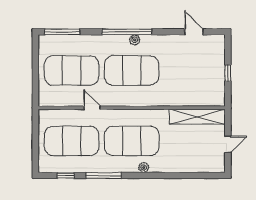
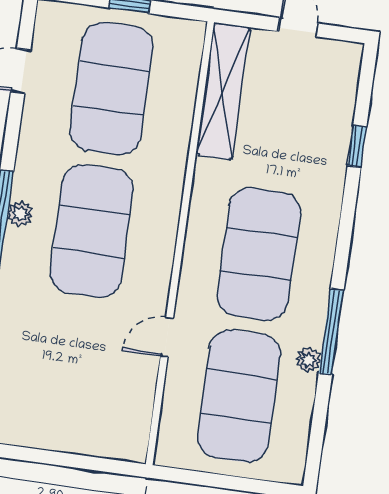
exercise mat: (72, 70) -> (111, 89), moved
plant: (144, 168) -> (308, 360), moved
window: (66, 175) -> (357, 146), moved

